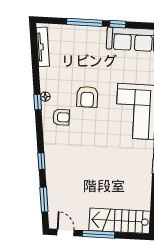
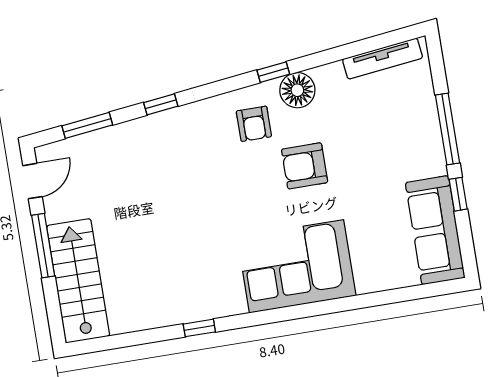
floor lamp: (45, 97) -> (297, 90), width x1.89, depth x1.89

